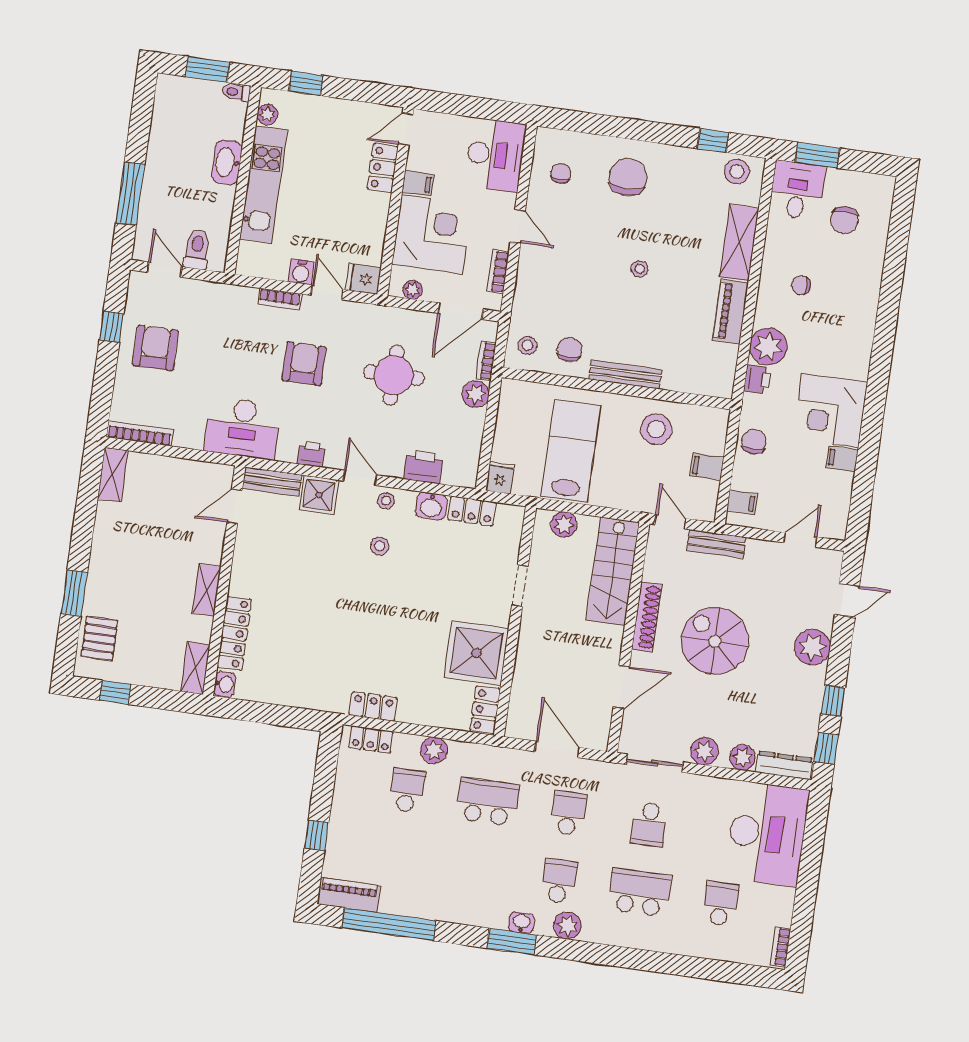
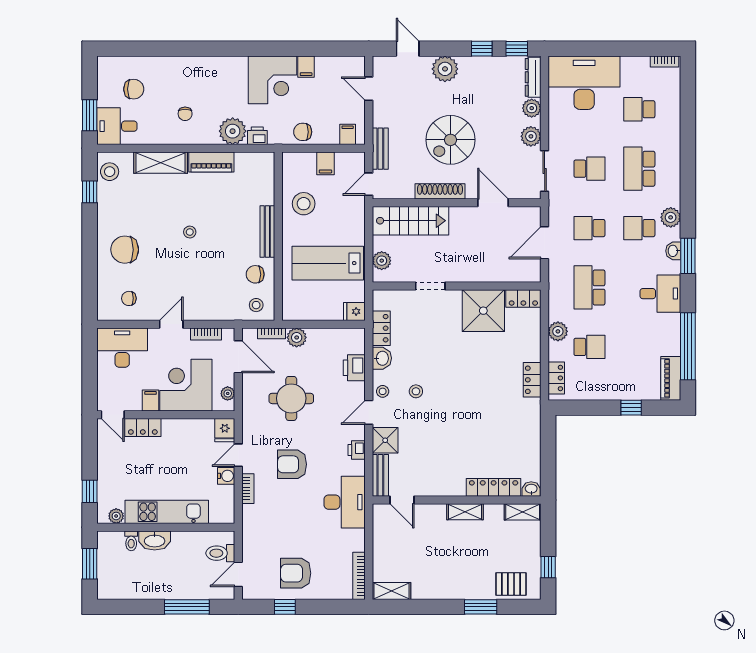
toilet: (236, 92) -> (131, 541), moved
school desk: (407, 790) -> (589, 347), turned 180
desk: (466, 897) -> (660, 294), added

